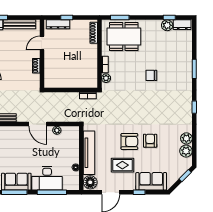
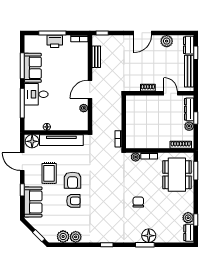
plant: (75, 24) -> (189, 126), added
floor lamp: (185, 65) -> (149, 236), added
desk: (47, 178) -> (36, 94), width x0.73

